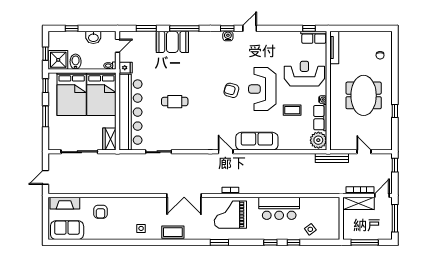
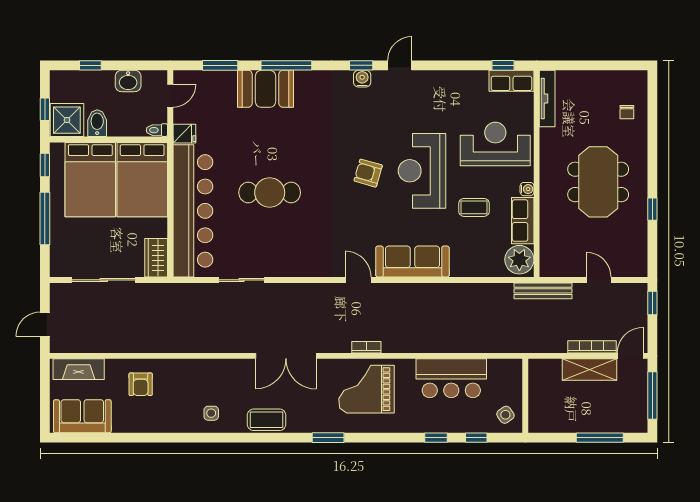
cafe table: (175, 102) -> (270, 192), width x1.37, depth x1.35
window: (46, 116) -> (45, 219), width x1.44
wall: (341, 218) -> (525, 396), moved
window: (219, 242) -> (328, 438), moved

